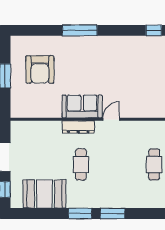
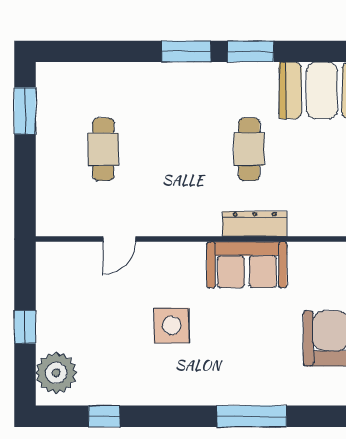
side table: (120, 76) -> (172, 326), added
door: (111, 119) -> (119, 239), moved

